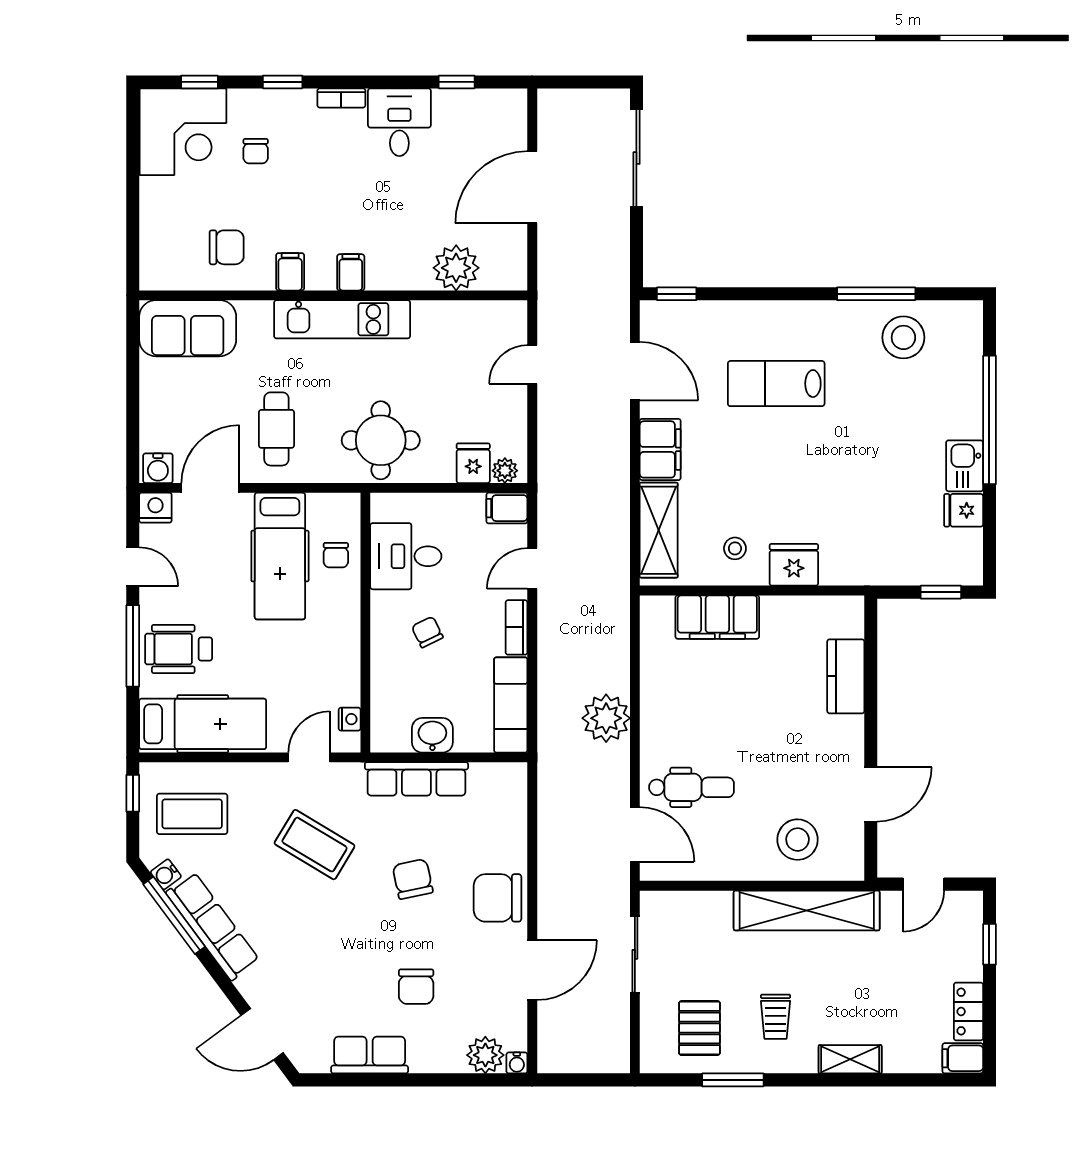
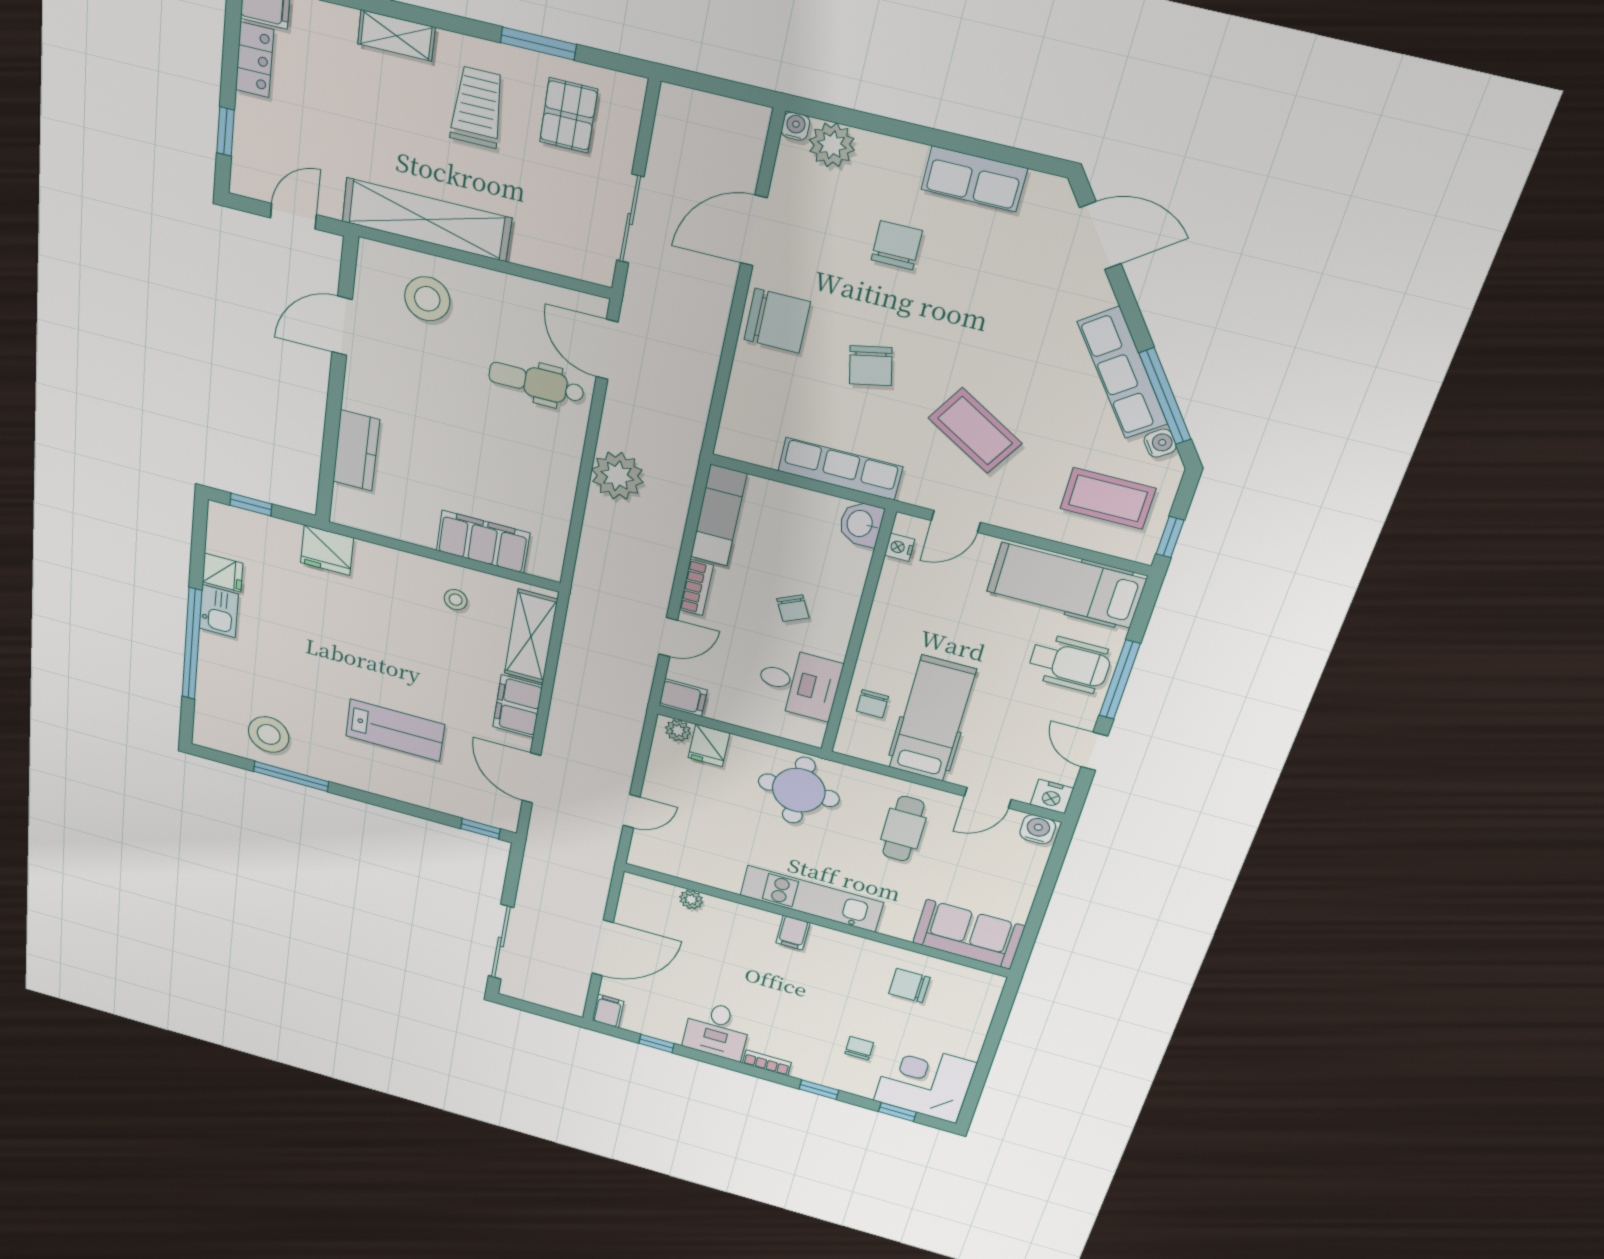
plant: (456, 268) -> (691, 900), width x0.53, depth x0.53
filing cabinet: (290, 272) -> (608, 1011), moved, turned 180
door: (210, 488) -> (988, 798), width x0.73
chair: (336, 555) -> (872, 704), turned 180
fridge: (794, 565) -> (327, 550), moved
washbasin: (432, 735) -> (861, 524), moved, turned 90
trolley: (776, 1017) -> (477, 107), width x1.36, depth x1.39

